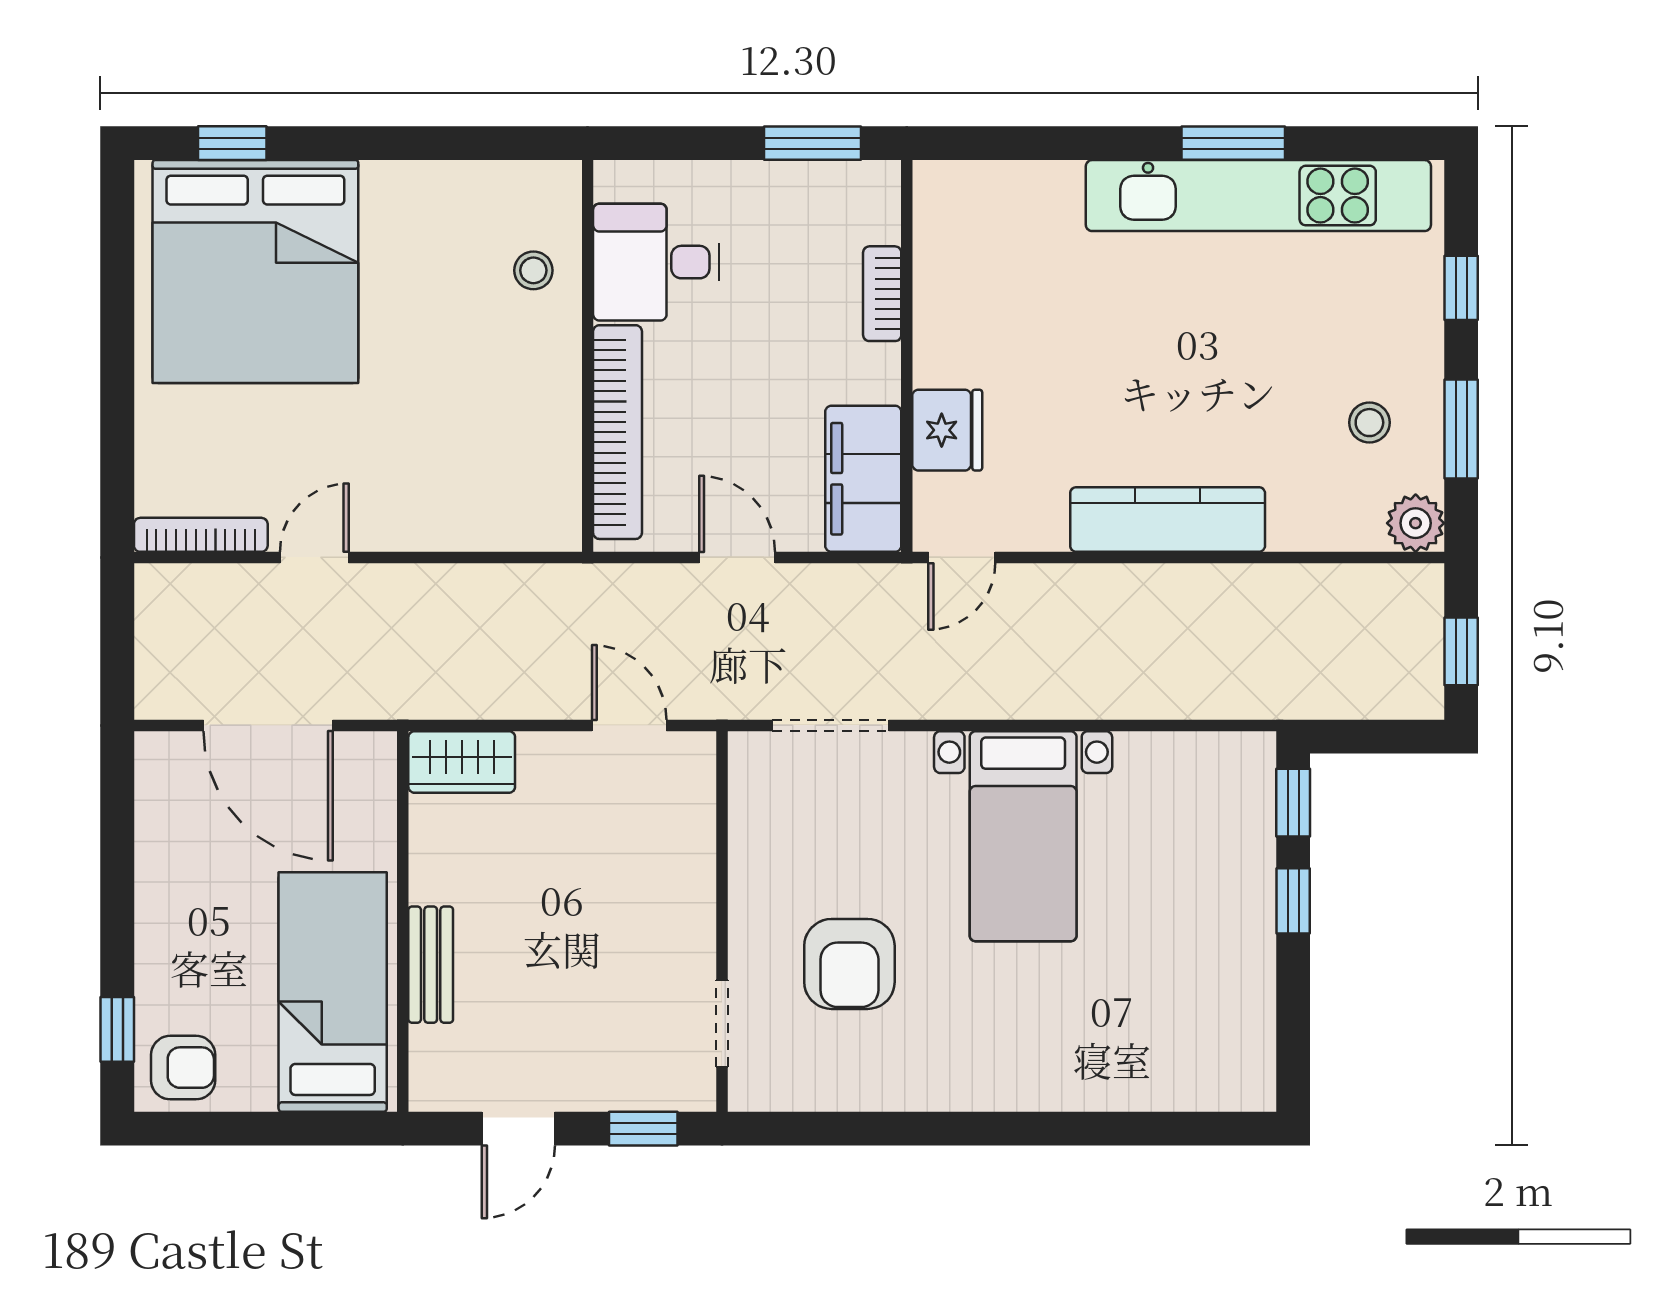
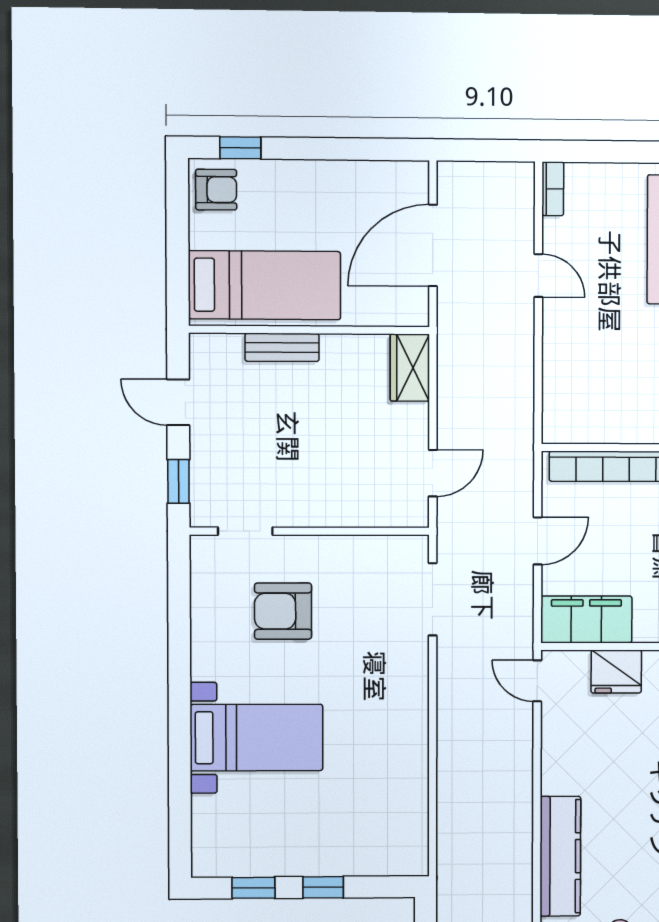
kitchen counter: (1168, 519) -> (560, 856), moved
bookcase: (201, 535) -> (553, 189), width x0.64
window: (1293, 803) -> (253, 888), moved
bed with nightstands: (1023, 836) -> (256, 738), moved, turned 180
armchair: (183, 1068) -> (216, 190), turned -90

